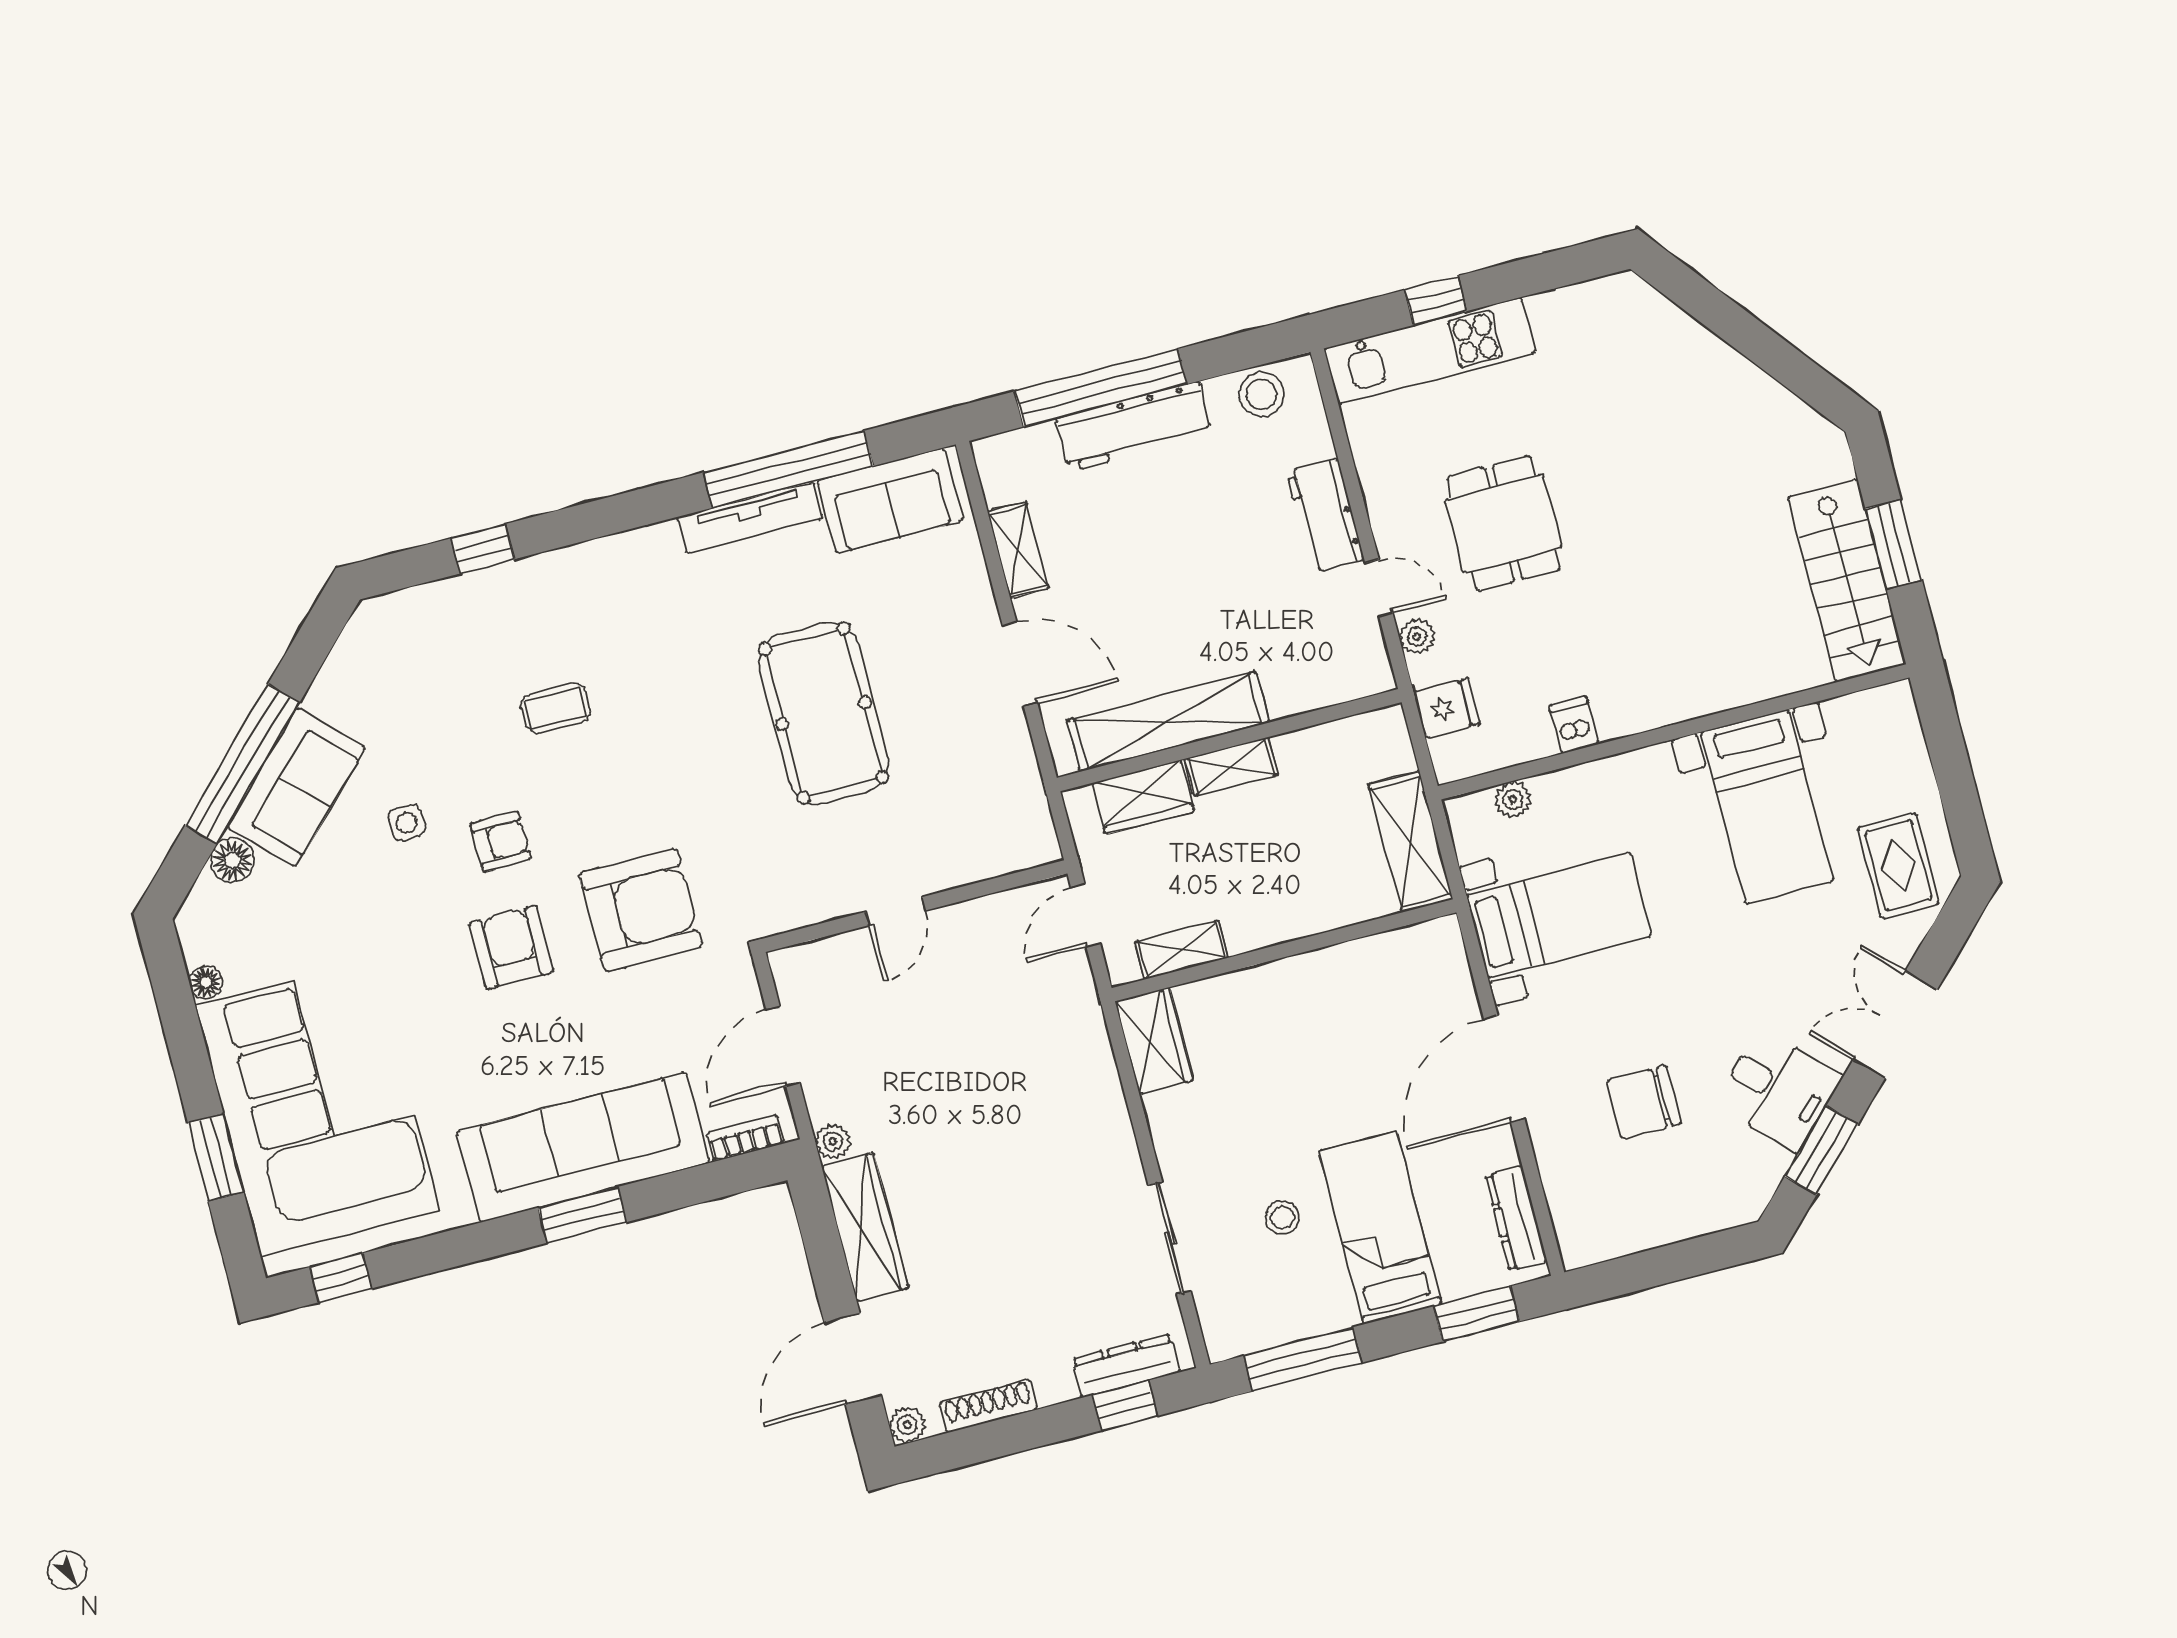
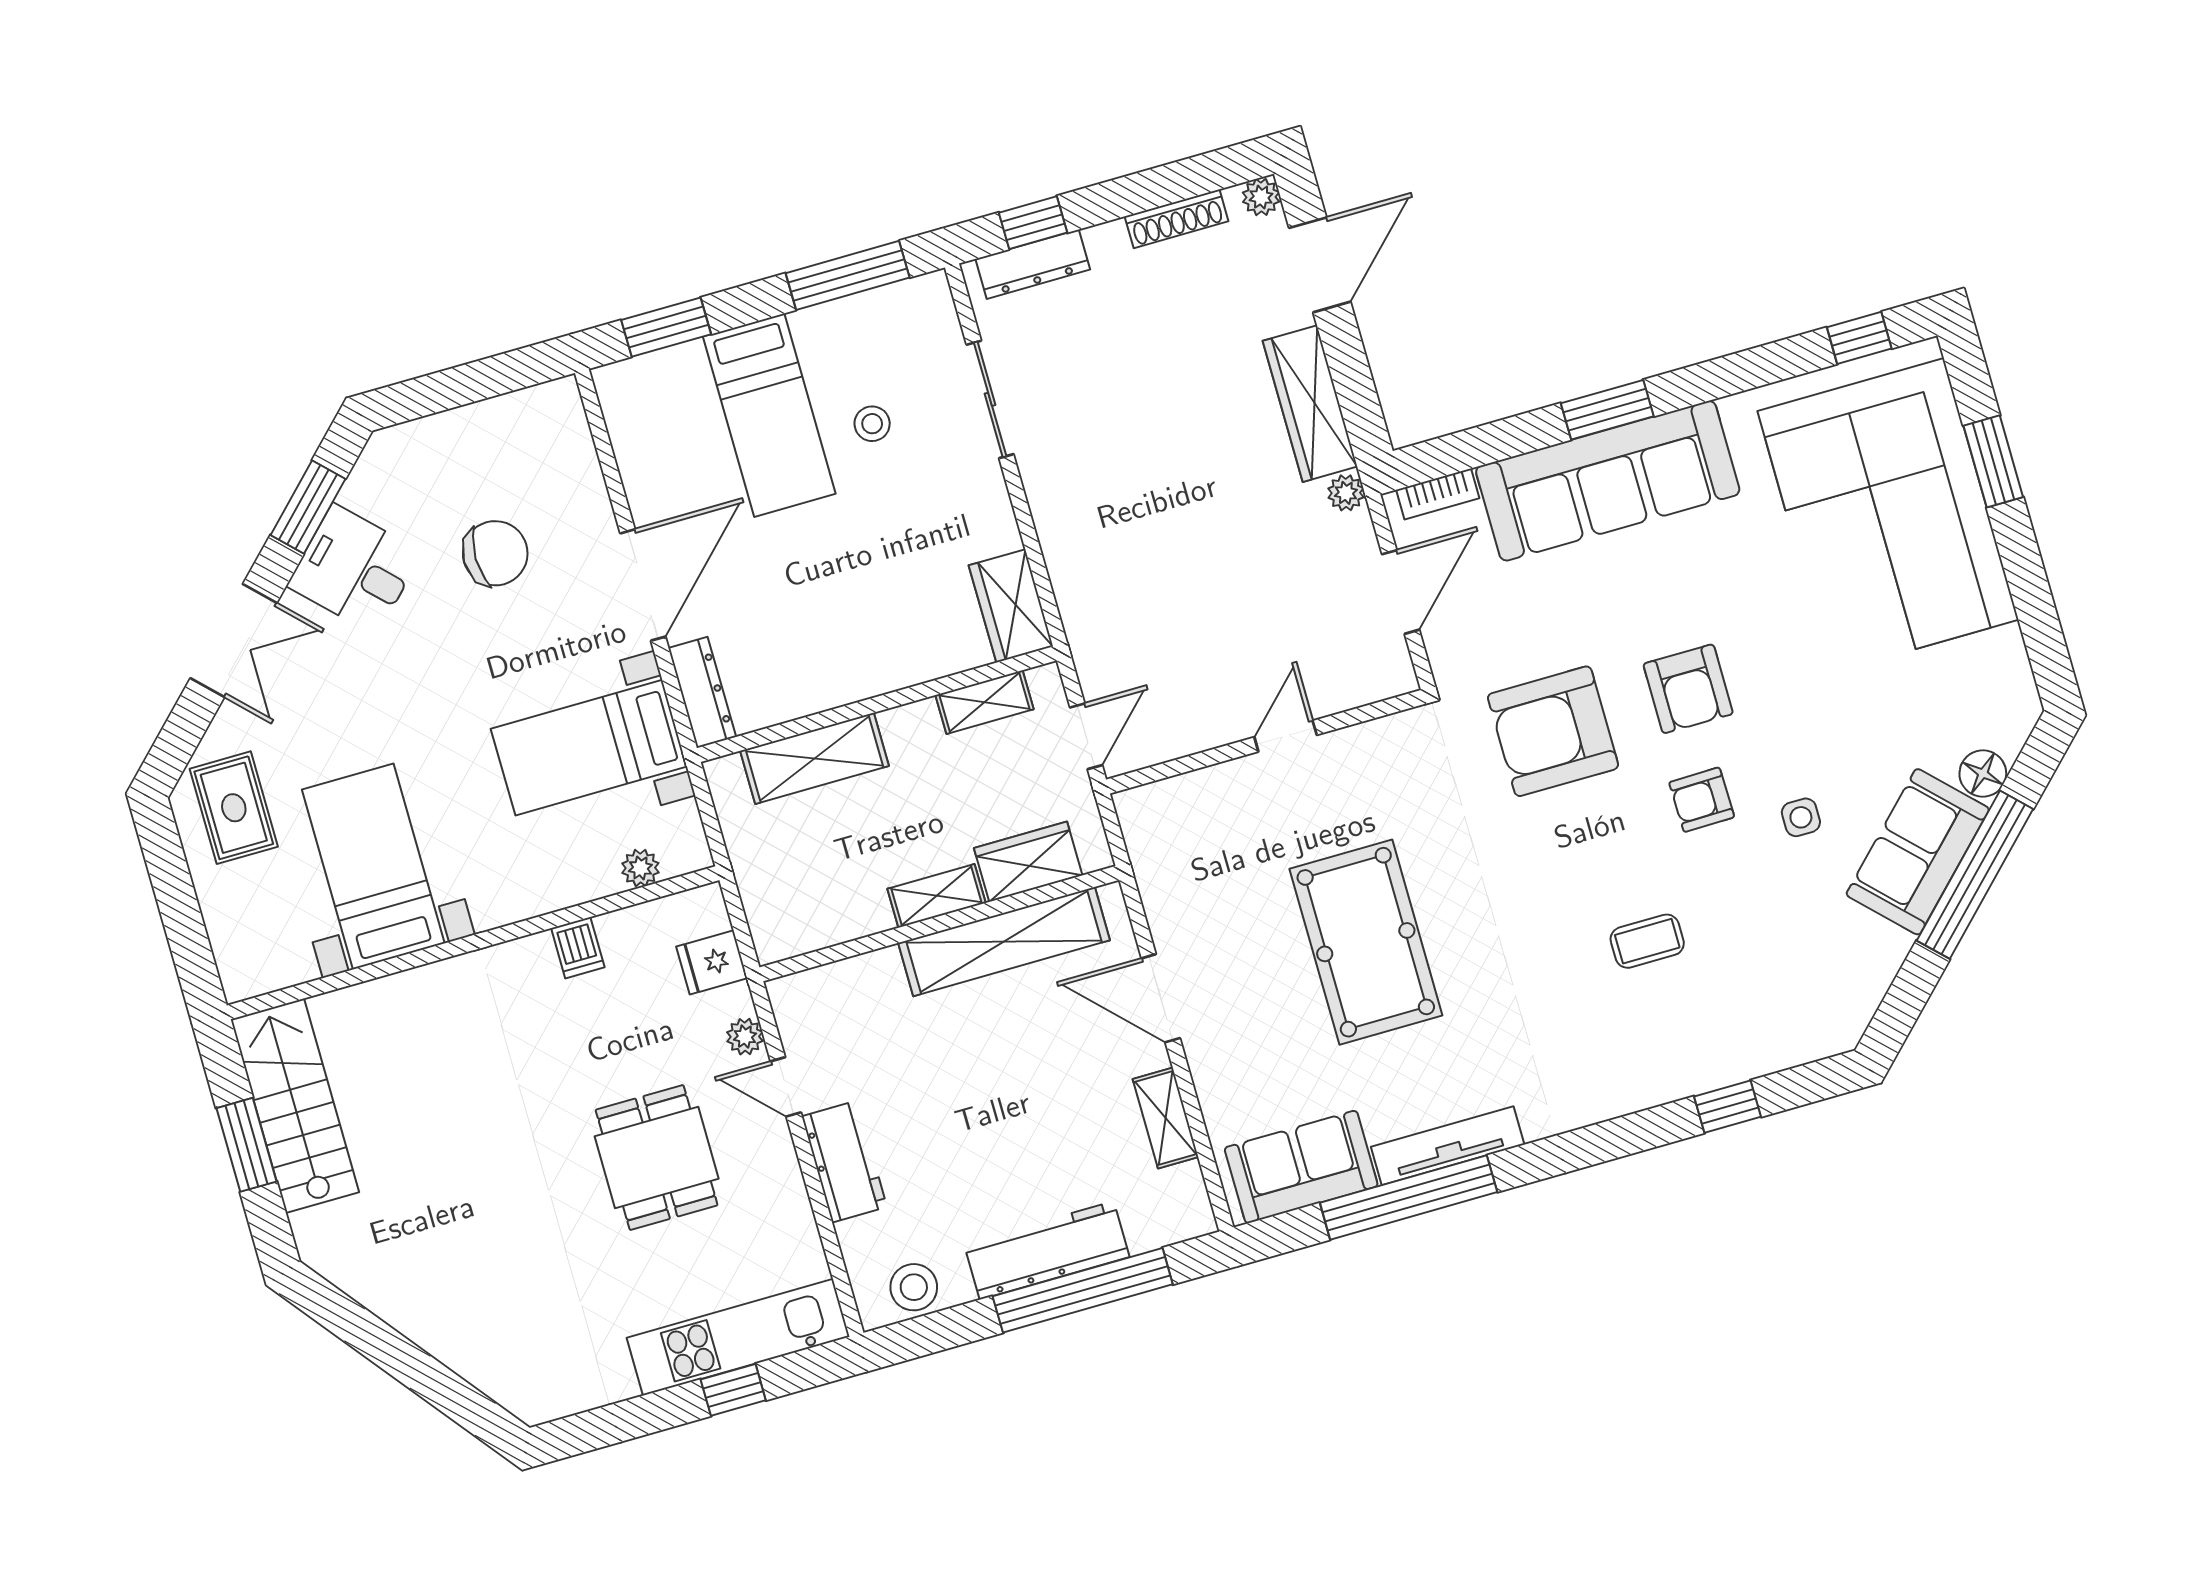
shelving: (1411, 842) -> (815, 758), moved, turned 90
floor lamp: (206, 982) -> (2008, 645), removed
dresser: (1516, 1218) -> (702, 692), moved

